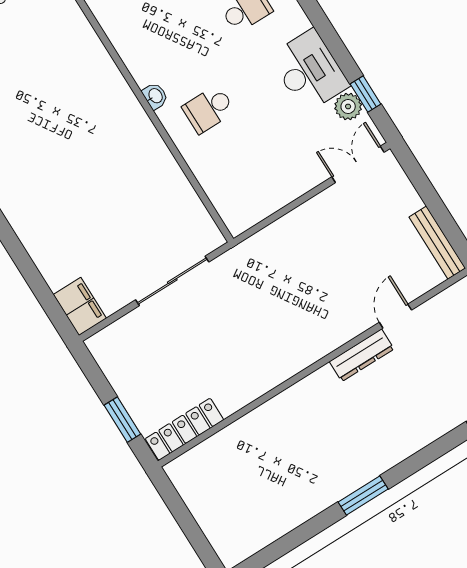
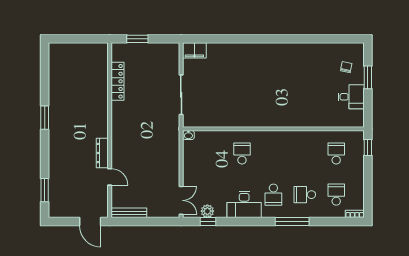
desk: (309, 71) -> (244, 204), moved
washbasin: (155, 96) -> (188, 135), moved
locker: (184, 429) -> (117, 81), moved

